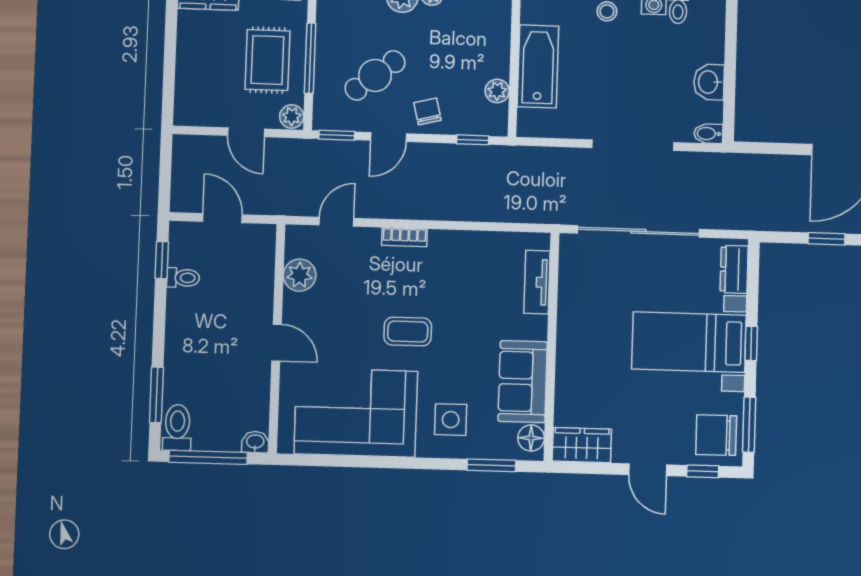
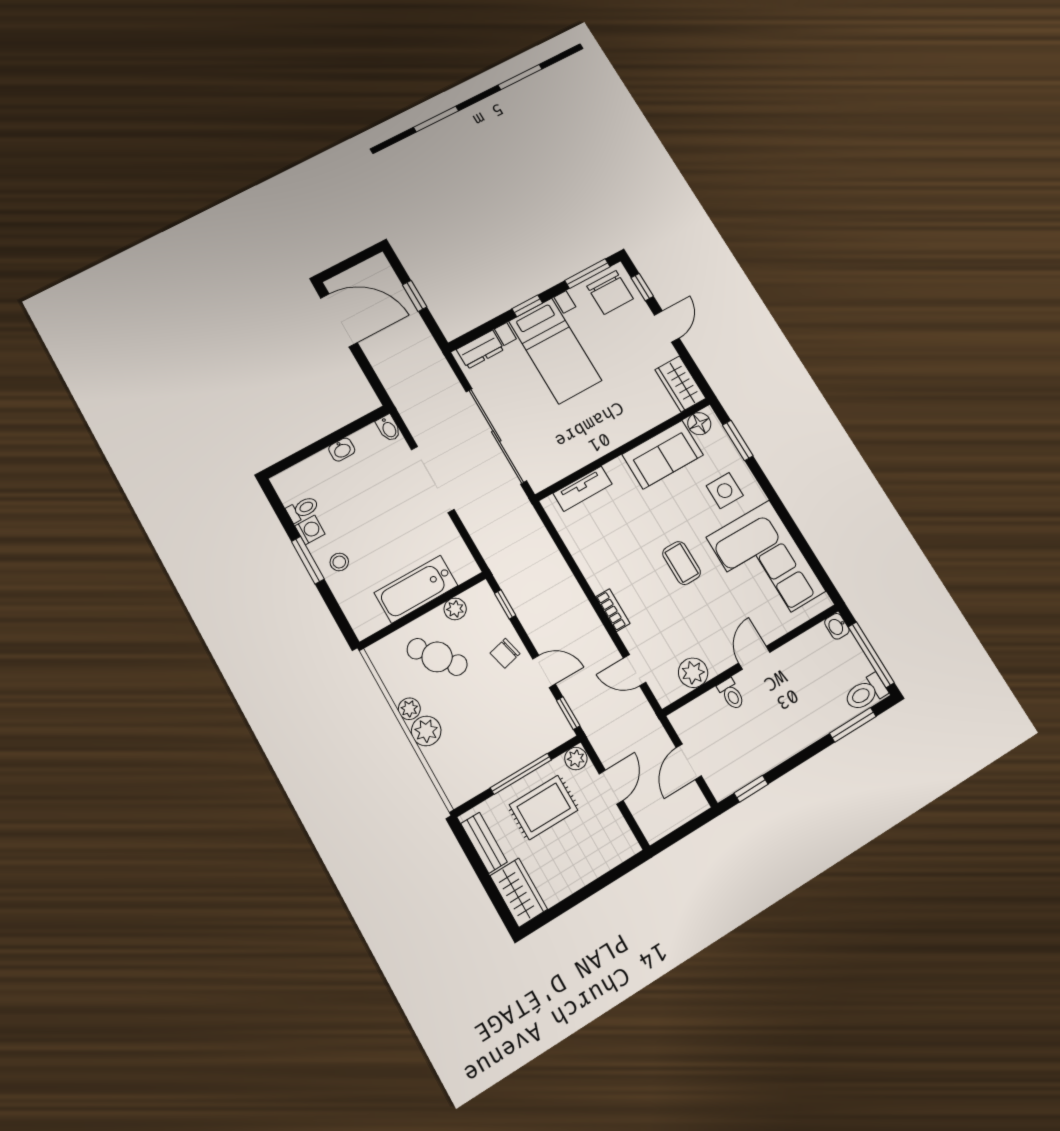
cafe table: (375, 75) -> (437, 657), moved
washbasin: (709, 82) -> (342, 450), width x0.72, depth x0.69
toilet: (183, 278) -> (731, 694), moved, turned 180

